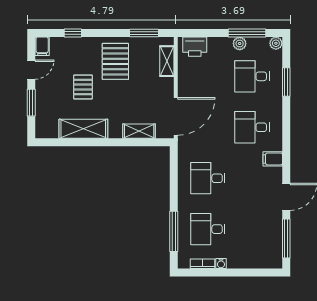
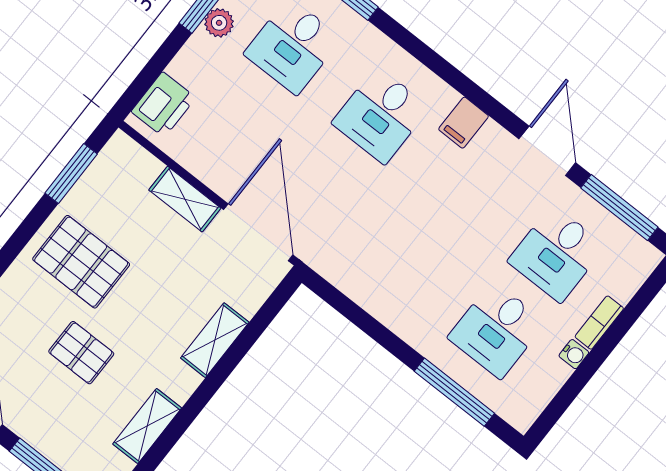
shelving: (167, 61) -> (185, 199), moved
shelving: (83, 129) -> (147, 426), width x0.67, depth x0.75
shelving: (139, 131) -> (215, 340), moved
desk: (208, 178) -> (557, 254), moved
bookcase: (203, 264) -> (599, 323), moved

